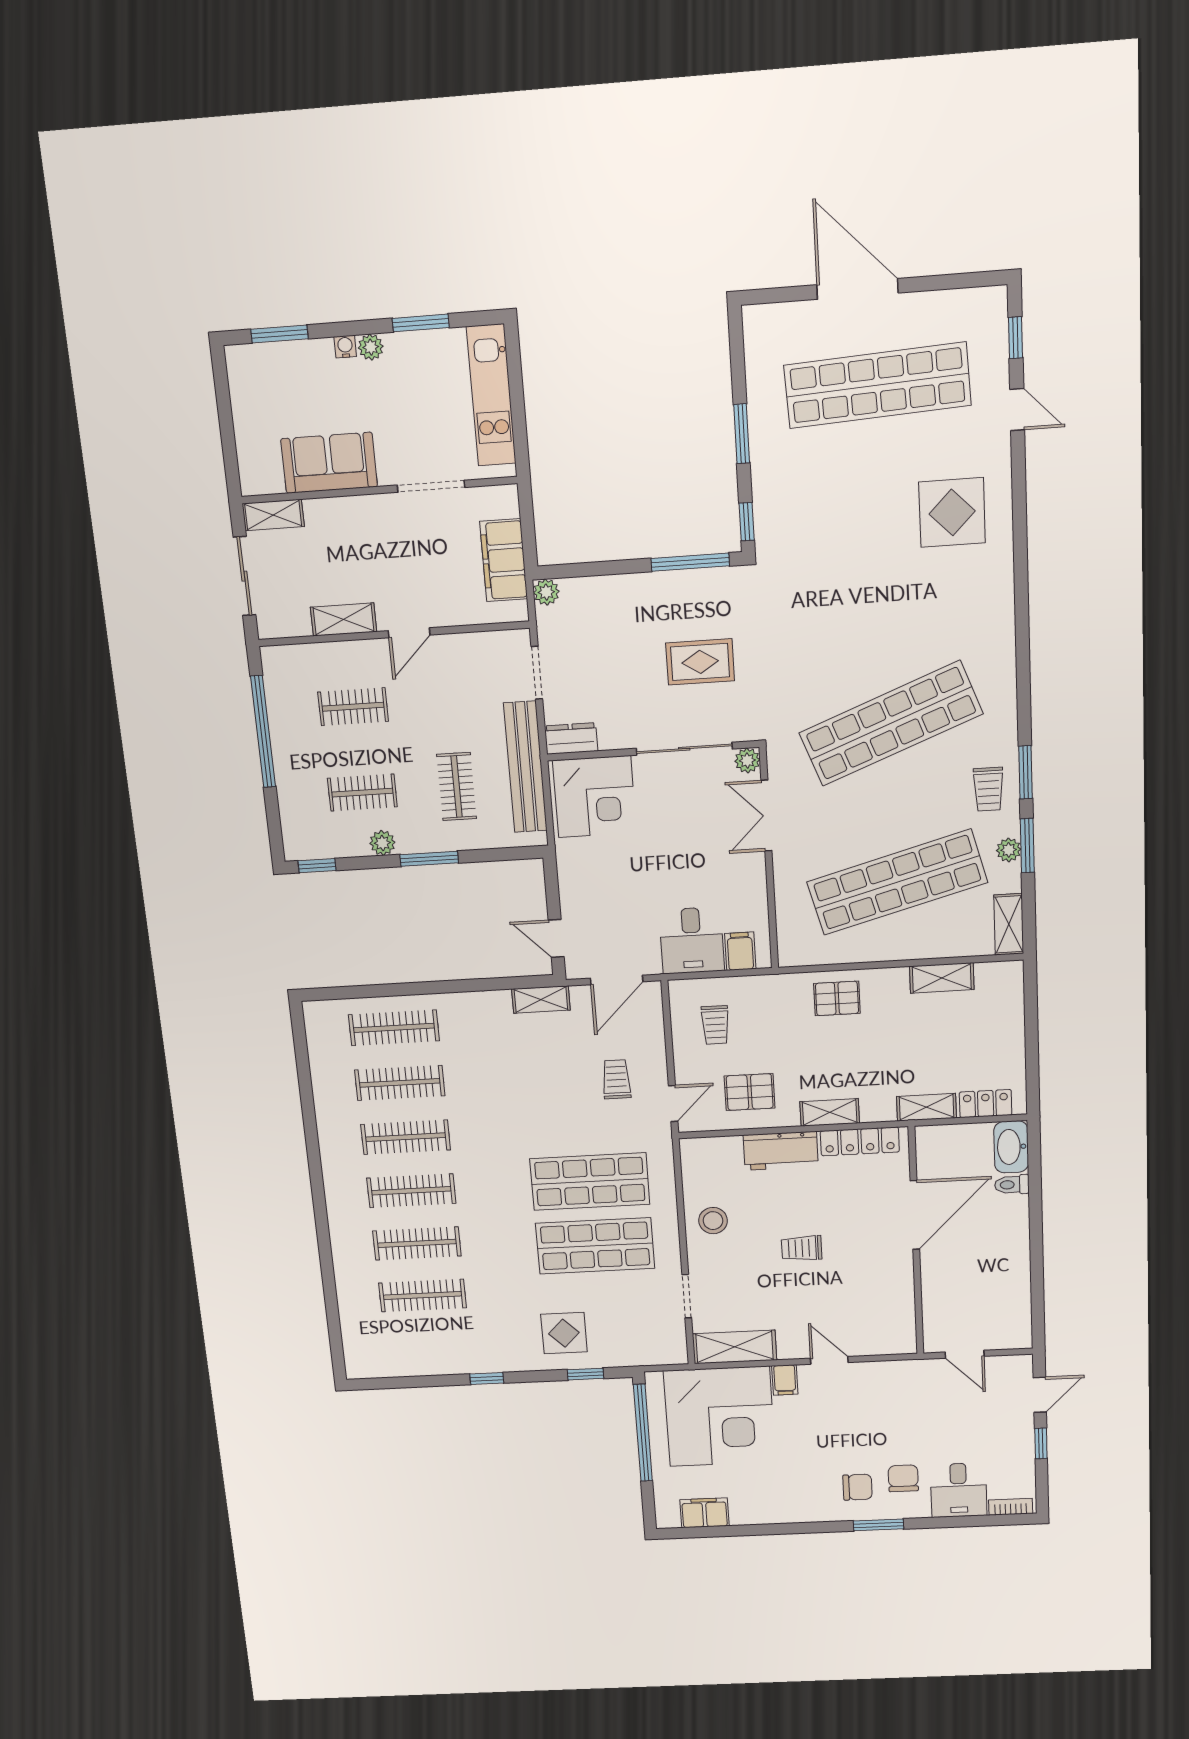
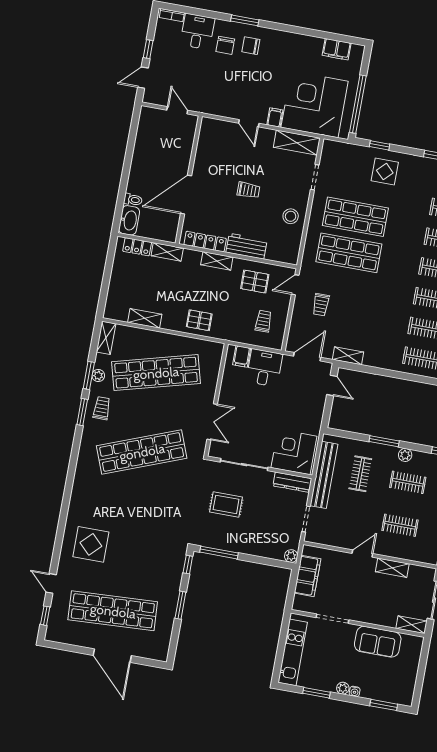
dresser: (571, 739) -> (292, 482), width x1.44
plant: (747, 760) -> (215, 451), removed

